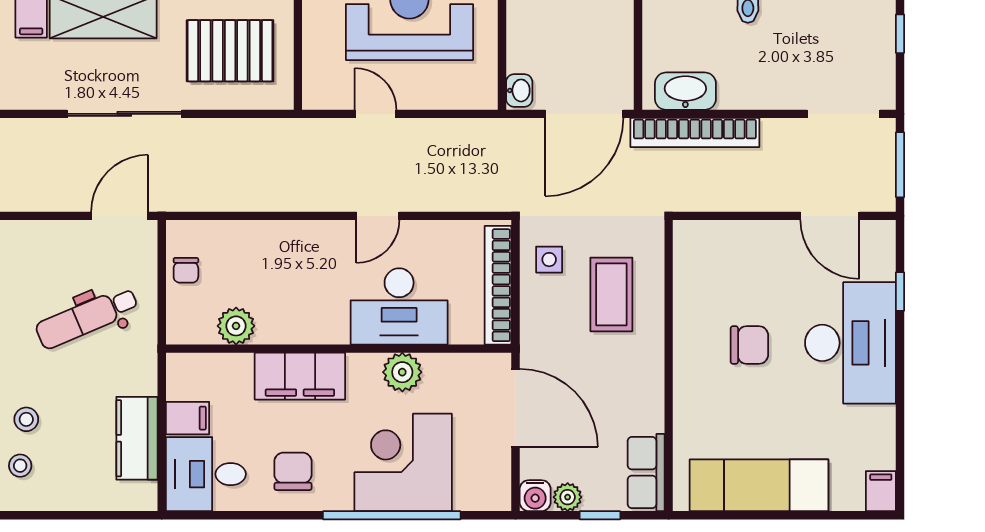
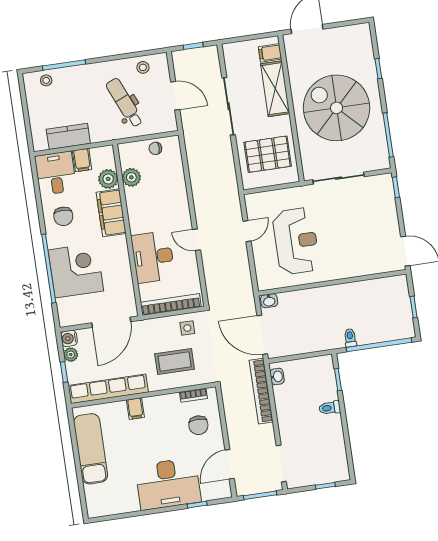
pallet: (230, 51) -> (268, 154), turned 90
washbasin: (685, 91) -> (277, 377), width x0.52, depth x0.69
door: (120, 216) -> (175, 96), moved
bookcase: (683, 267) -> (193, 395), added
chair: (749, 345) -> (198, 425), moved
plant: (402, 372) -> (108, 179), moved
stool: (26, 419) -> (143, 67), moved
chair: (293, 471) -> (63, 216), turned 90
row of seats: (646, 473) -> (108, 389), width x2.02
filing cabinet: (881, 491) -> (135, 409), moved, turned 90

